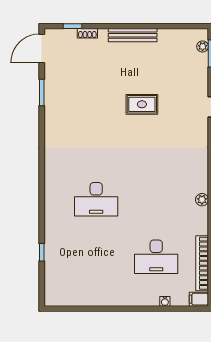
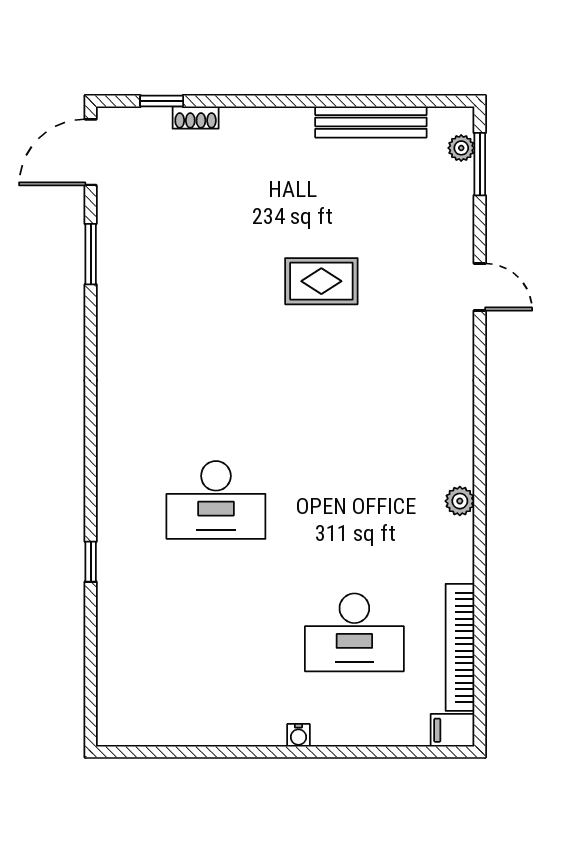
bench: (133, 35) -> (371, 122), moved
window: (42, 252) -> (91, 562), moved
water cooler: (165, 301) -> (298, 735), moved

